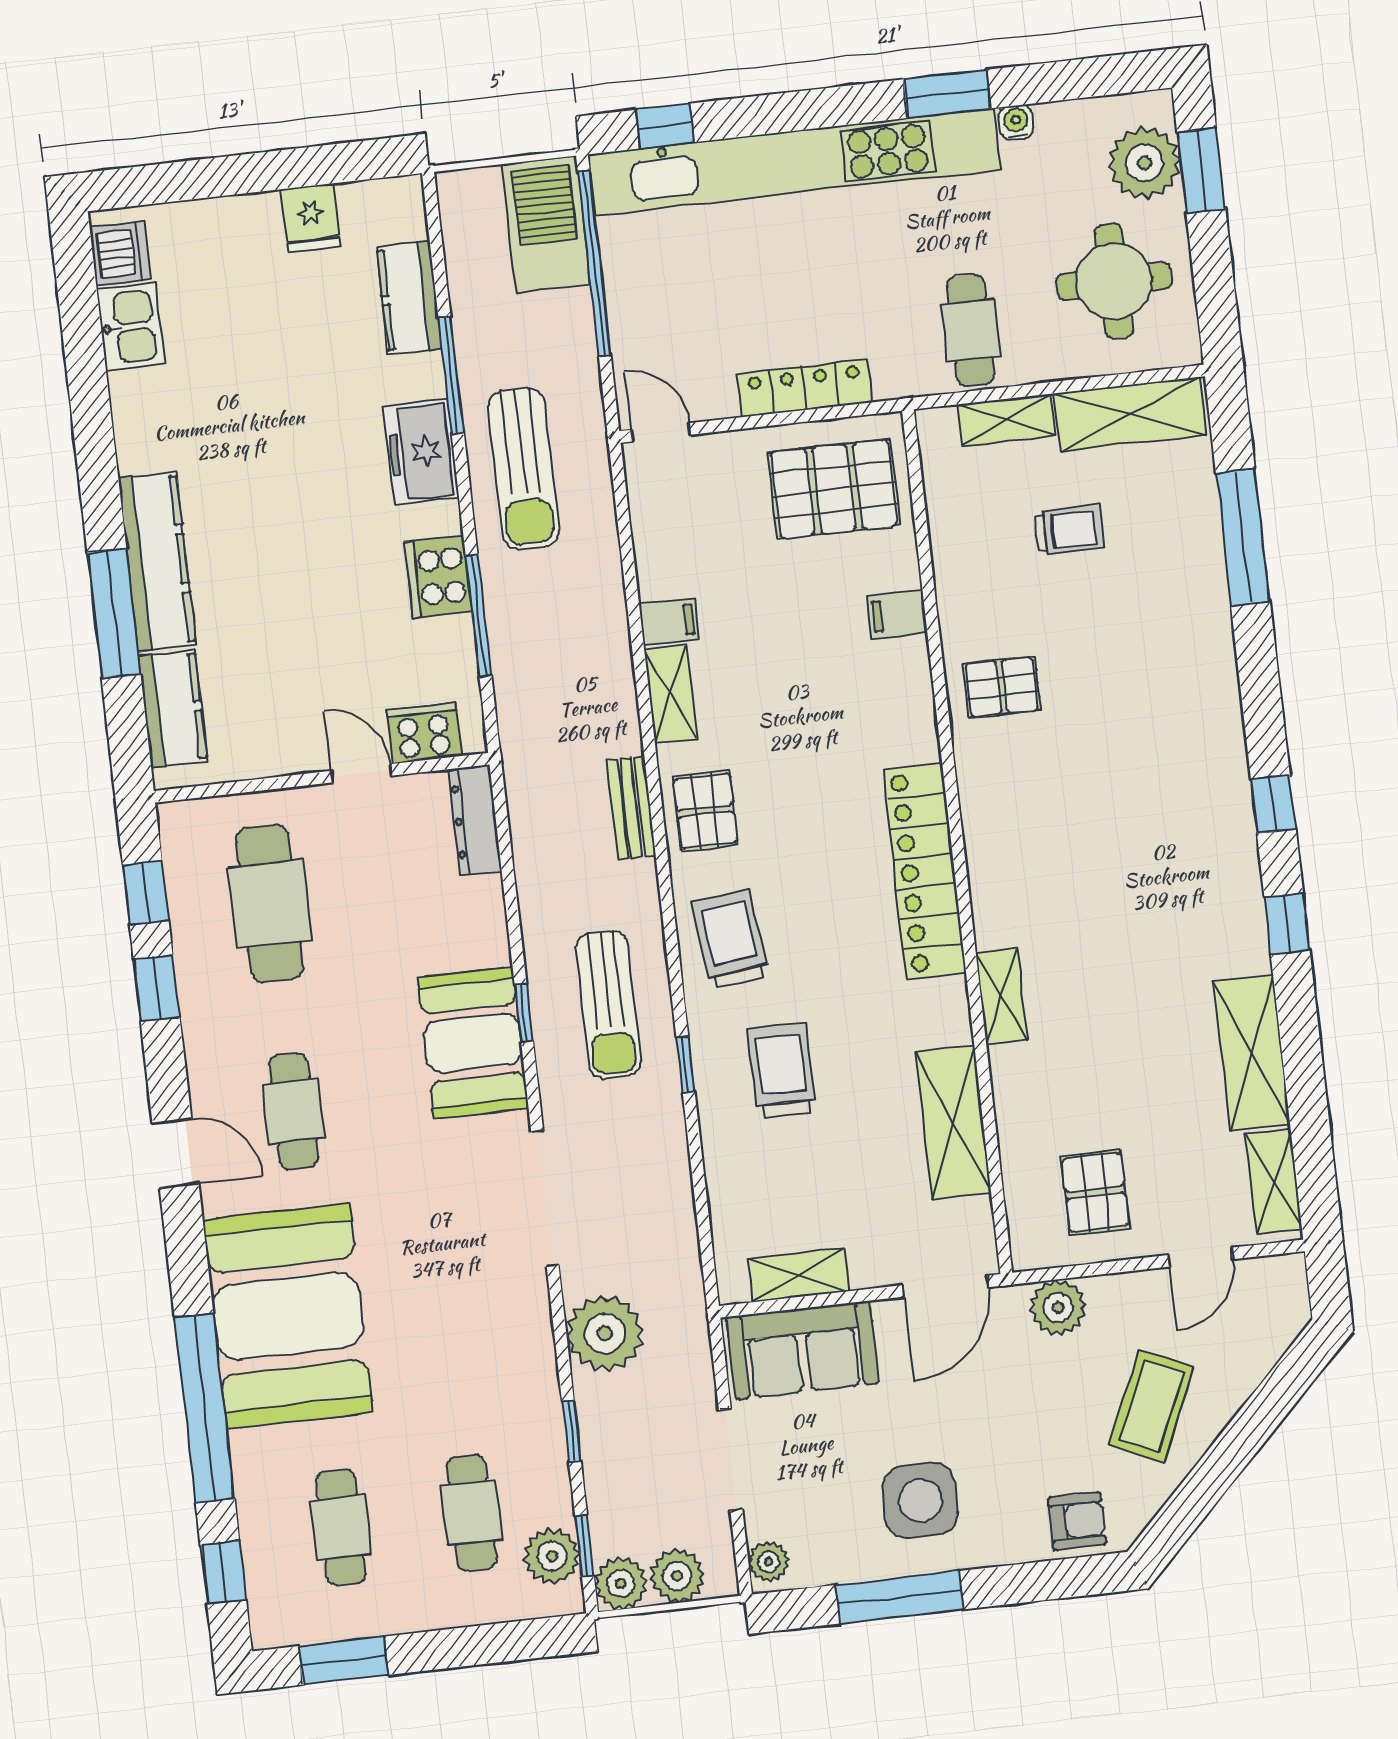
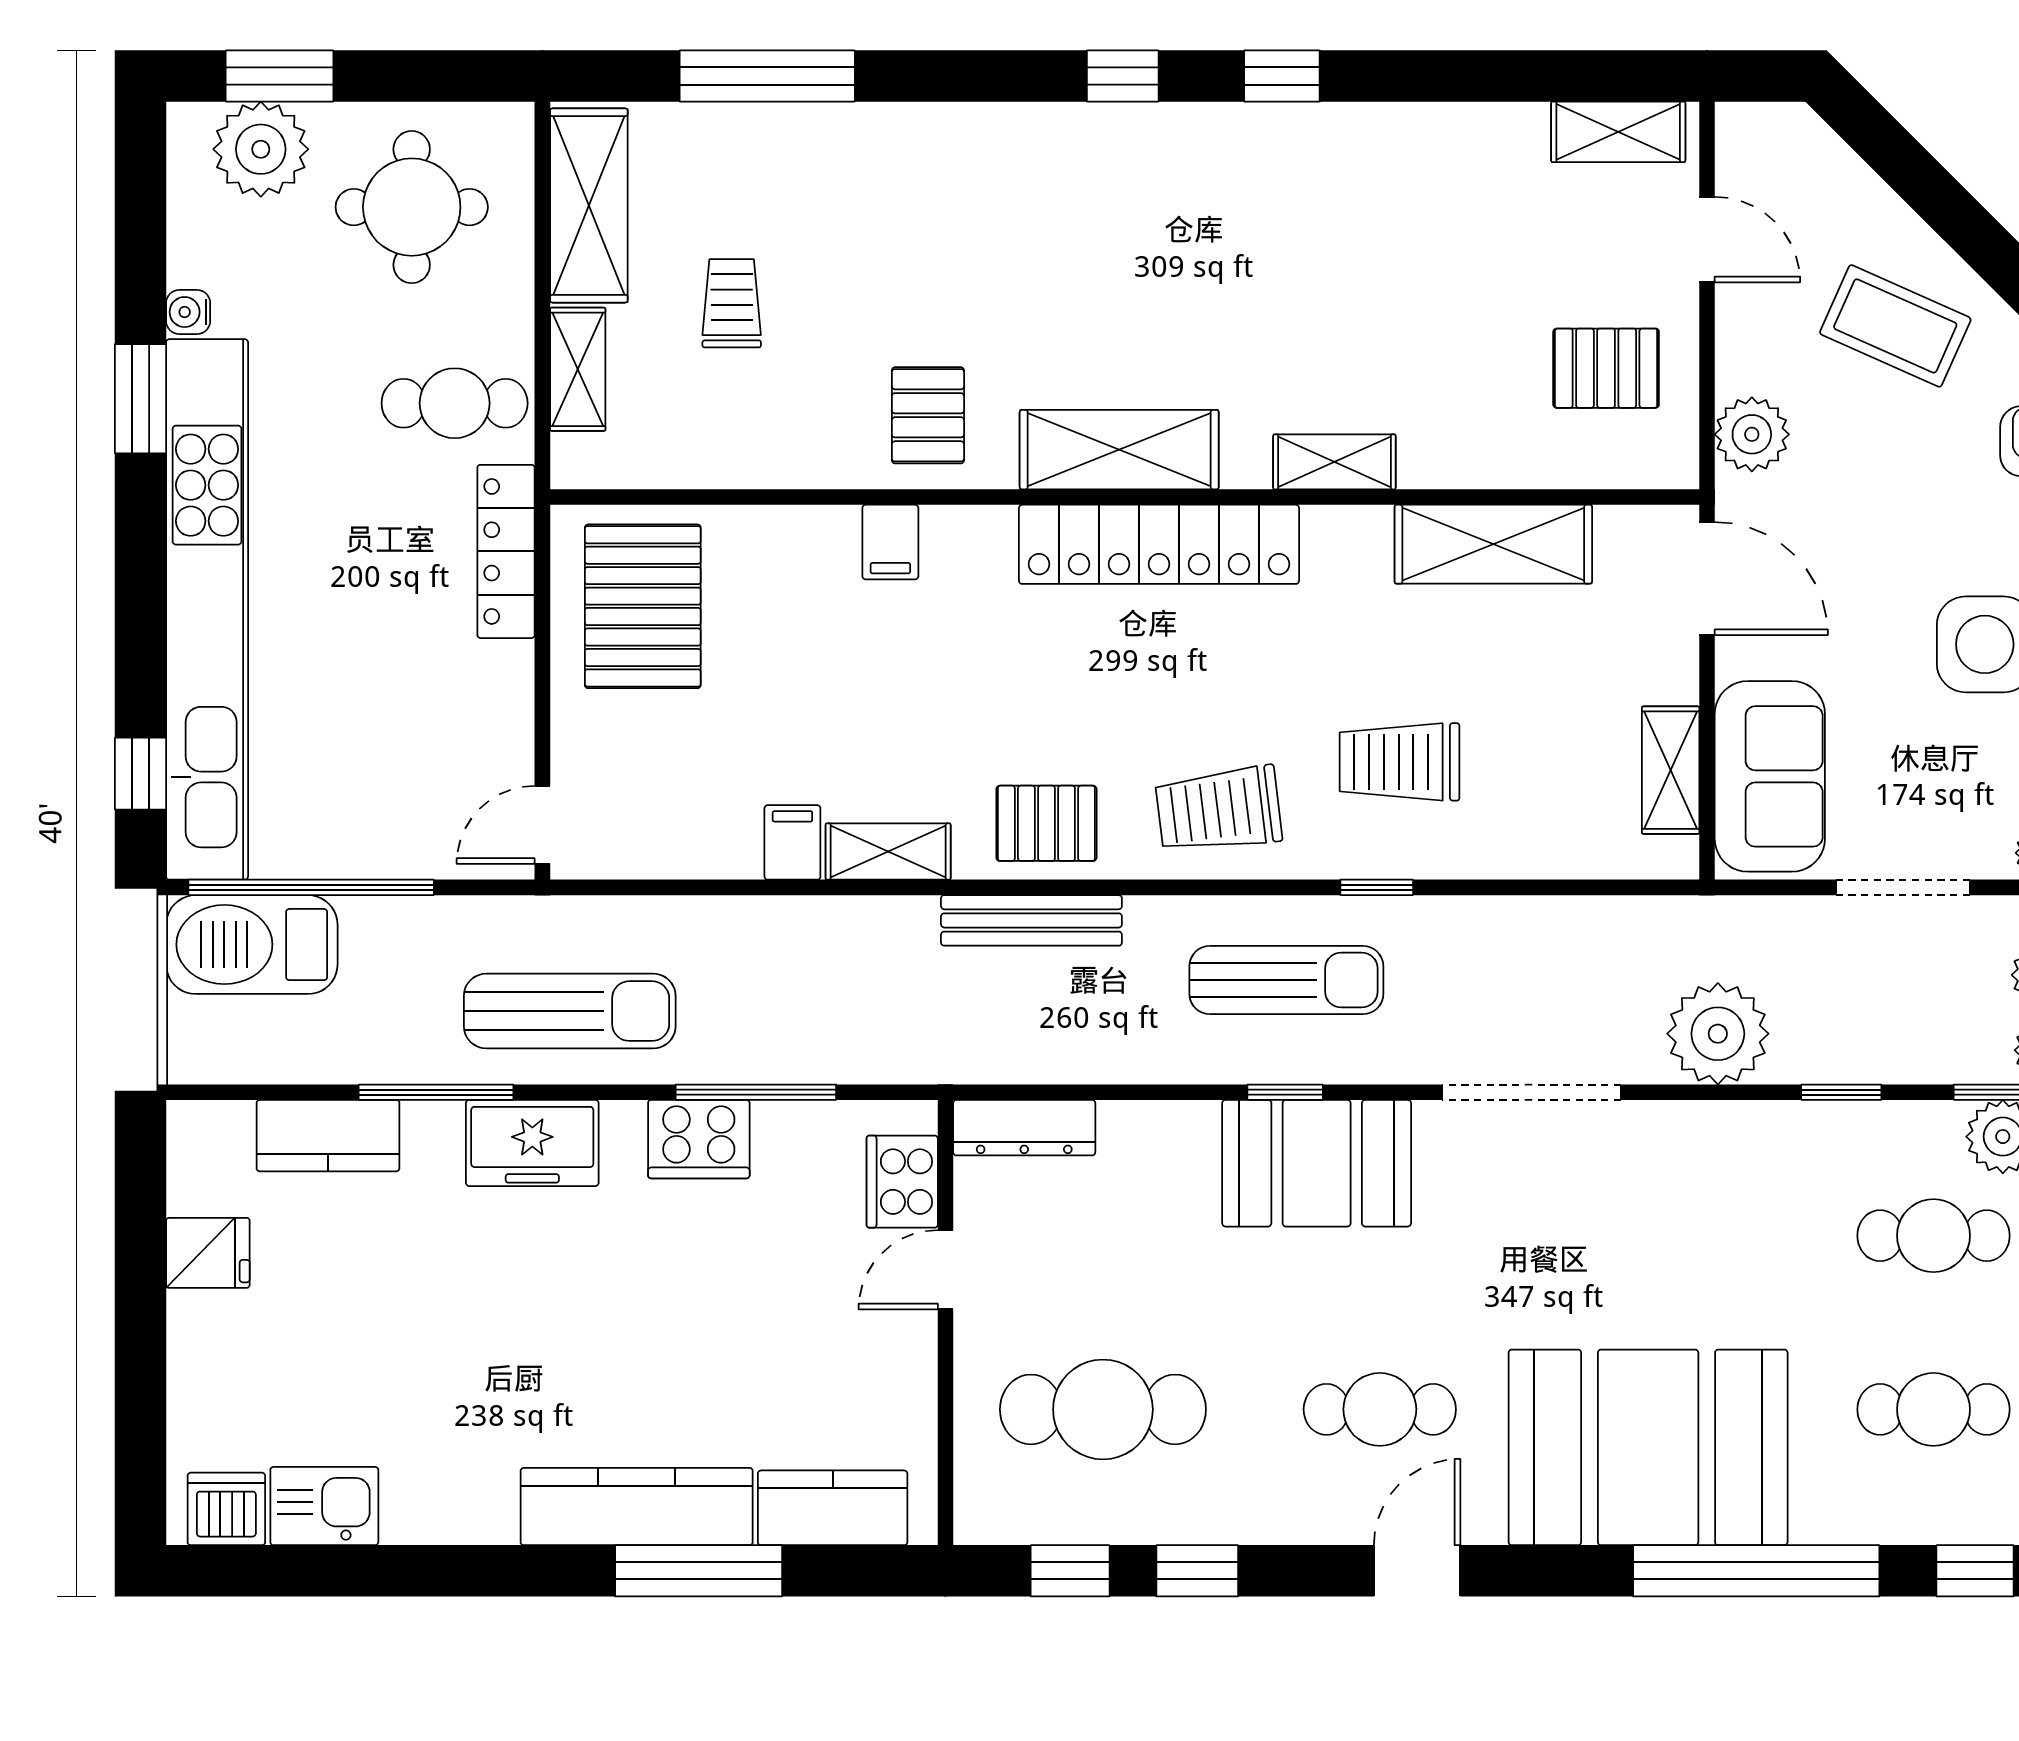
locker: (805, 388) -> (506, 551), moved
filing cabinet: (897, 614) -> (890, 542), moved
bench: (631, 808) -> (1031, 920), width x1.36
shelving: (1252, 1053) -> (1119, 450), moved

